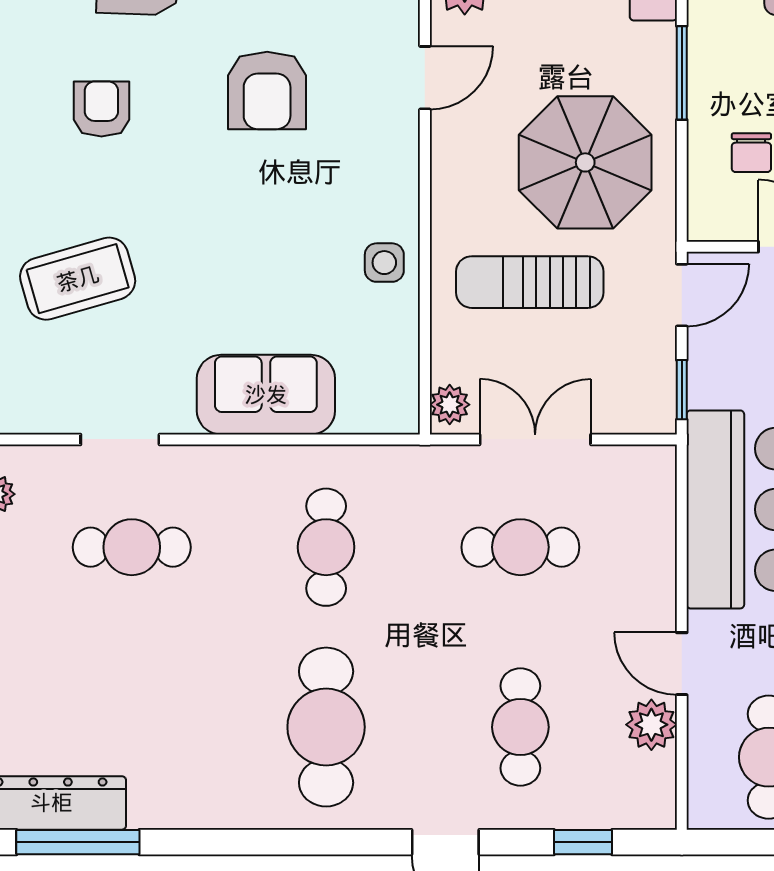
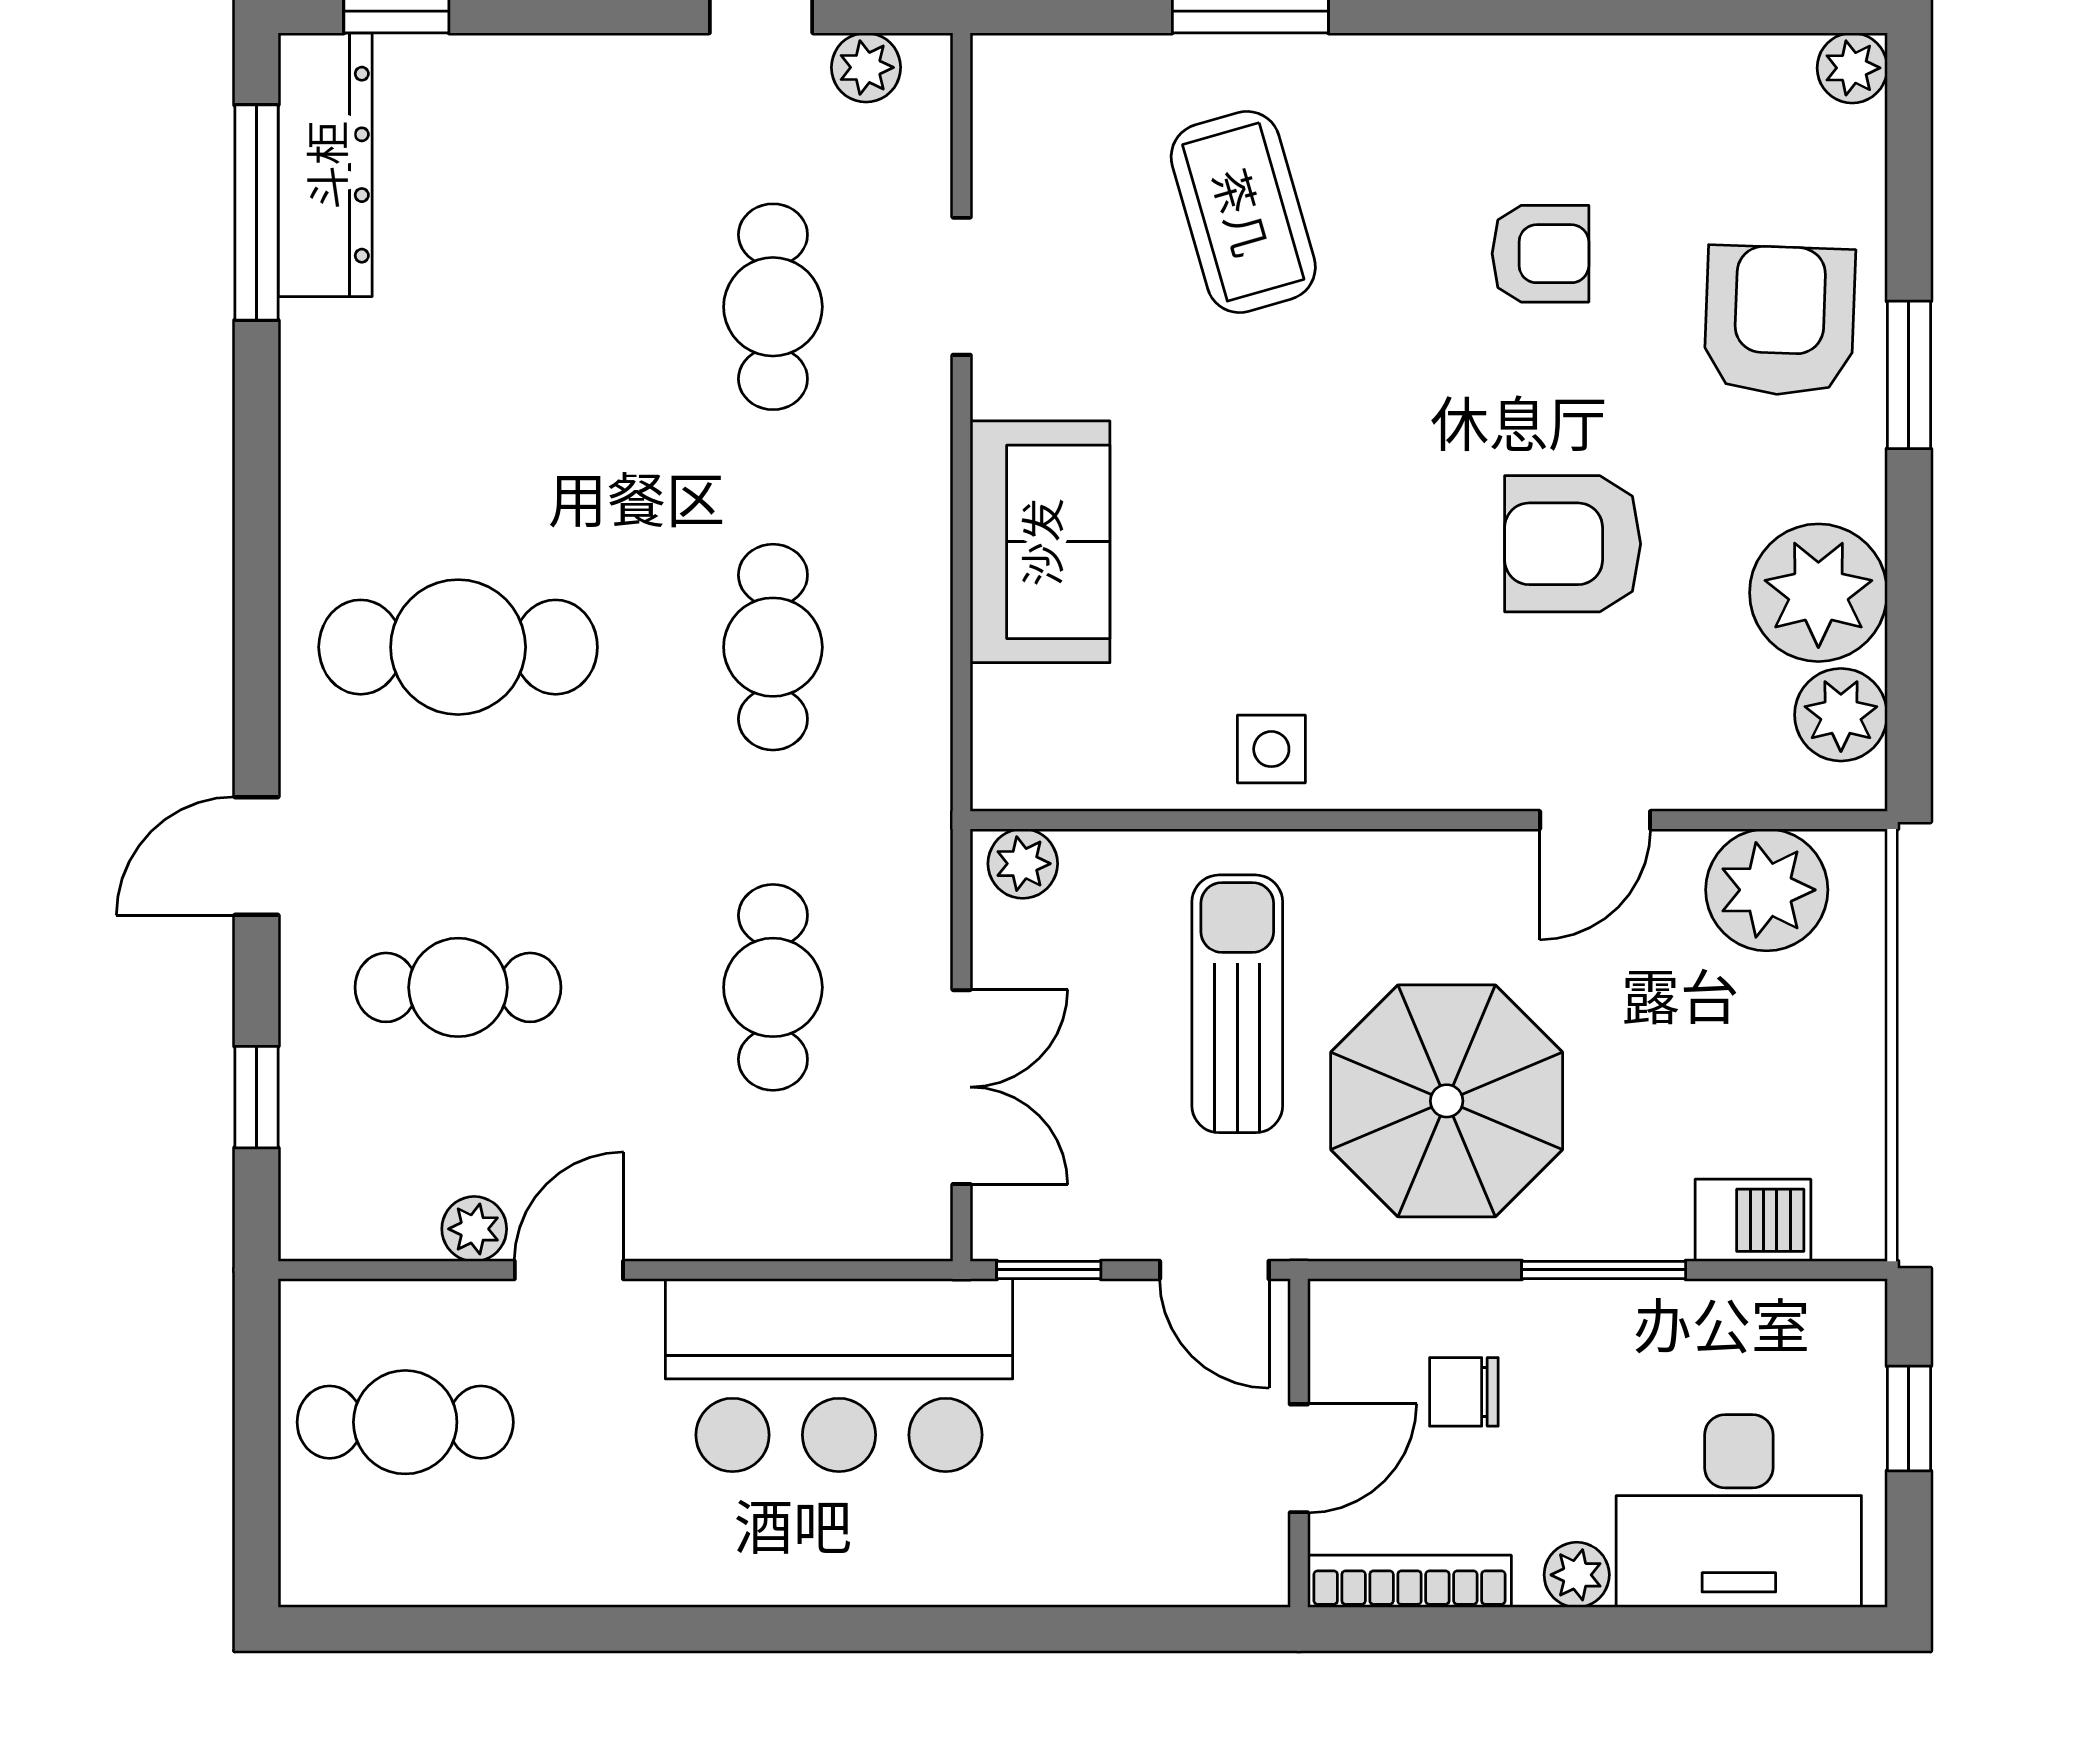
door: (425, 78) -> (1595, 820), hinge flipped
double door: (535, 439) -> (962, 1087), moved
cafe table: (326, 547) -> (773, 647), turned 90
plant: (651, 725) -> (474, 1229), width x0.73, depth x0.73

